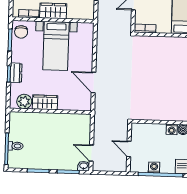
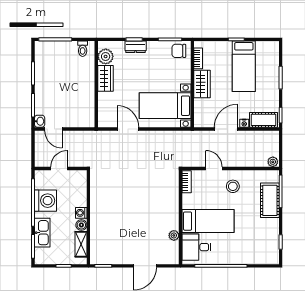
bed with nightstands: (56, 46) -> (165, 106), moved
door: (94, 83) -> (128, 129), hinge flipped
toilet: (15, 146) -> (83, 49), moved
door: (91, 153) -> (53, 129), swing flipped
washing machine: (154, 167) -> (45, 201), width x1.89, depth x1.89

